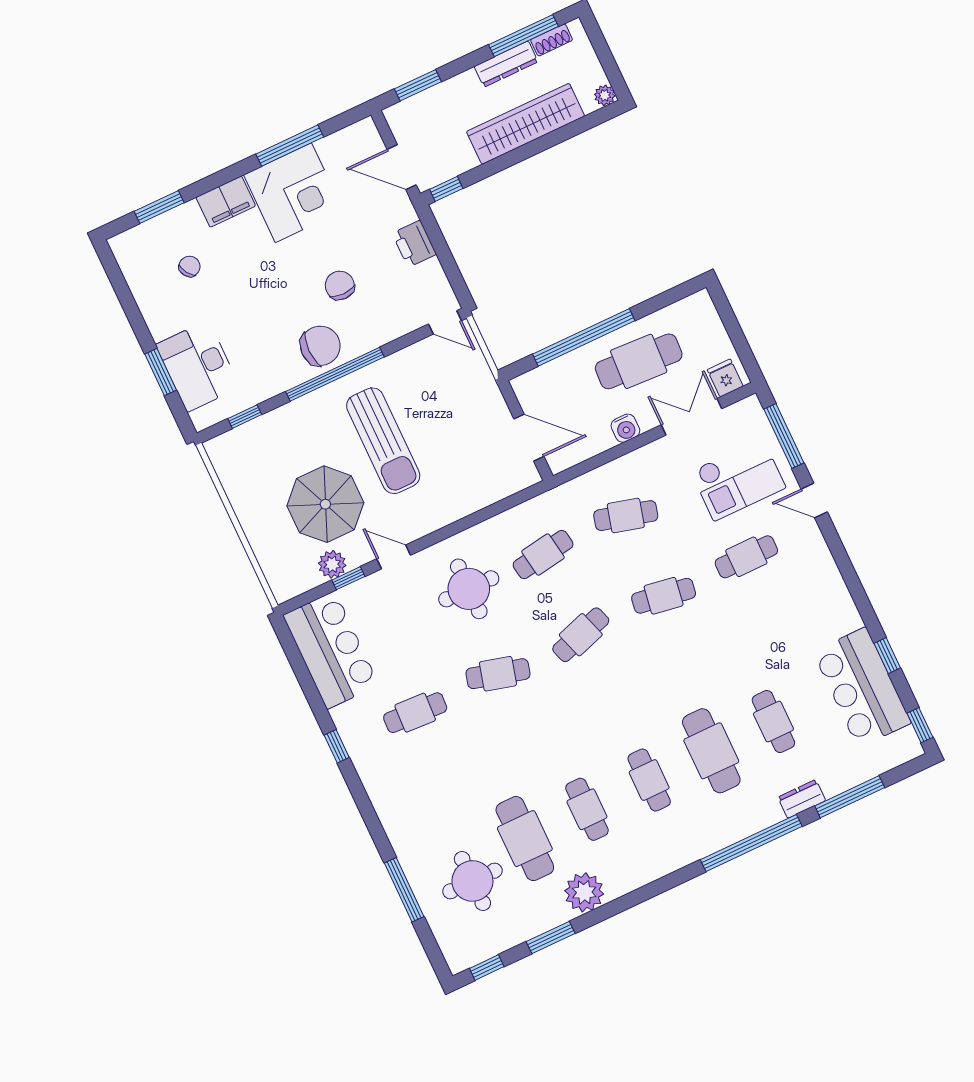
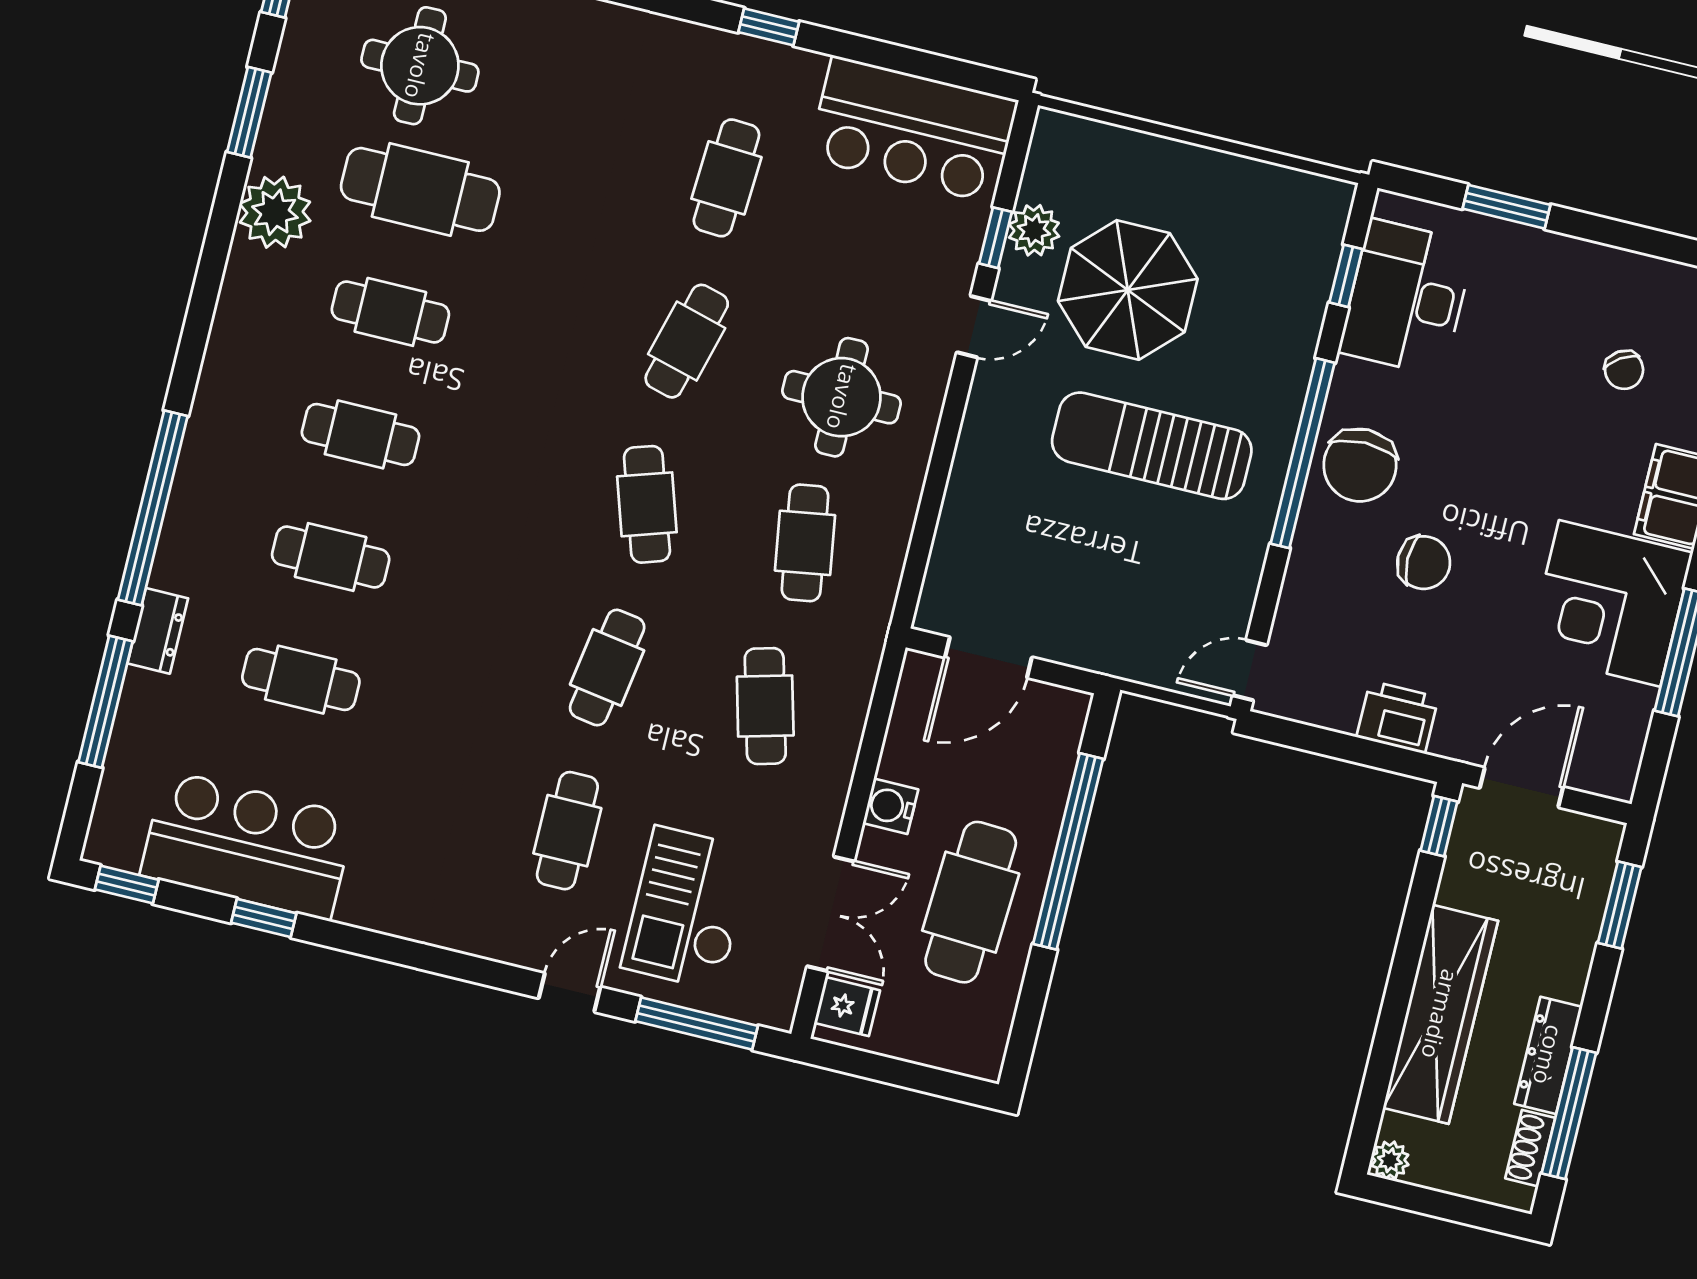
desk: (198, 366) -> (1407, 298), moved, turned -90
cafe table: (626, 516) -> (765, 706), turned -30
cafe table: (711, 751) -> (331, 557), width x0.73, depth x0.74

